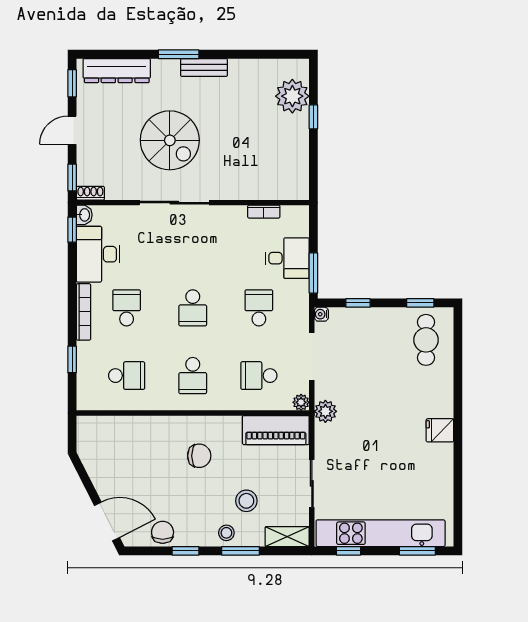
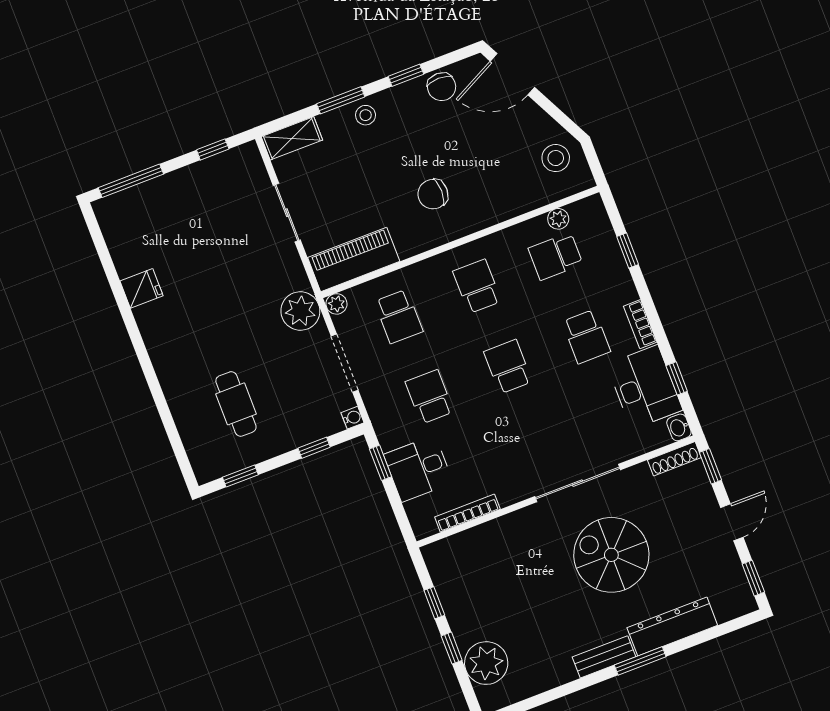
dresser: (117, 71) -> (672, 626), moved
window: (313, 155) -> (434, 603), added
shoe rack: (90, 193) -> (674, 459), width x1.43
bookcase: (264, 212) -> (467, 513), width x1.56
window: (72, 230) -> (677, 378), moved
window: (313, 273) -> (381, 463), width x0.67
school desk: (259, 308) -> (429, 397), turned 180
bookcase: (83, 312) -> (640, 324), width x0.64
cafe table: (426, 340) -> (236, 404), moved
school desk: (259, 376) -> (399, 316), turned 90
plant: (114, 402) -> (558, 219), added
plant: (325, 411) -> (300, 311), width x1.36, depth x1.36
fridge: (440, 430) -> (142, 288), moved
stool: (246, 501) -> (556, 158), moved
kitchen unit: (381, 533) -> (183, 185), removed
window: (417, 551) -> (131, 181), width x1.44

